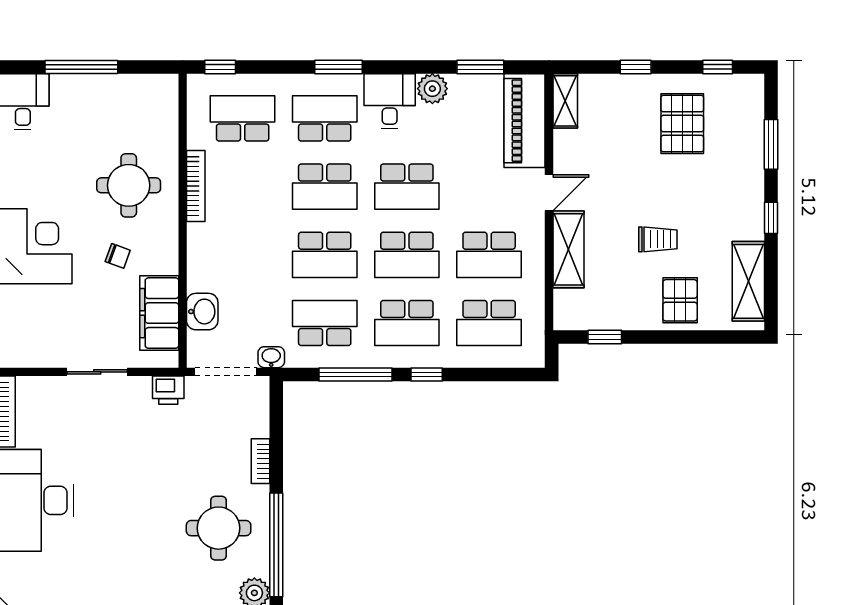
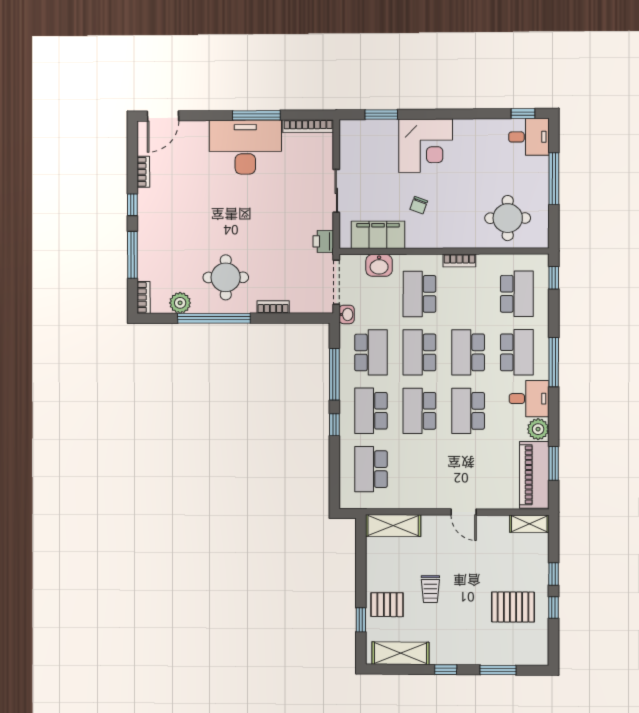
window: (339, 67) -> (554, 362), width x1.44
window: (718, 67) -> (554, 607), moved
piano: (525, 121) -> (534, 475), moved, turned -90
round table: (129, 185) -> (508, 218), moved
bookcase: (196, 186) -> (459, 261), width x0.64
shelving: (568, 249) -> (393, 526), moved
school desk: (489, 255) -> (419, 294), moved
window: (605, 337) -> (361, 620), moved

